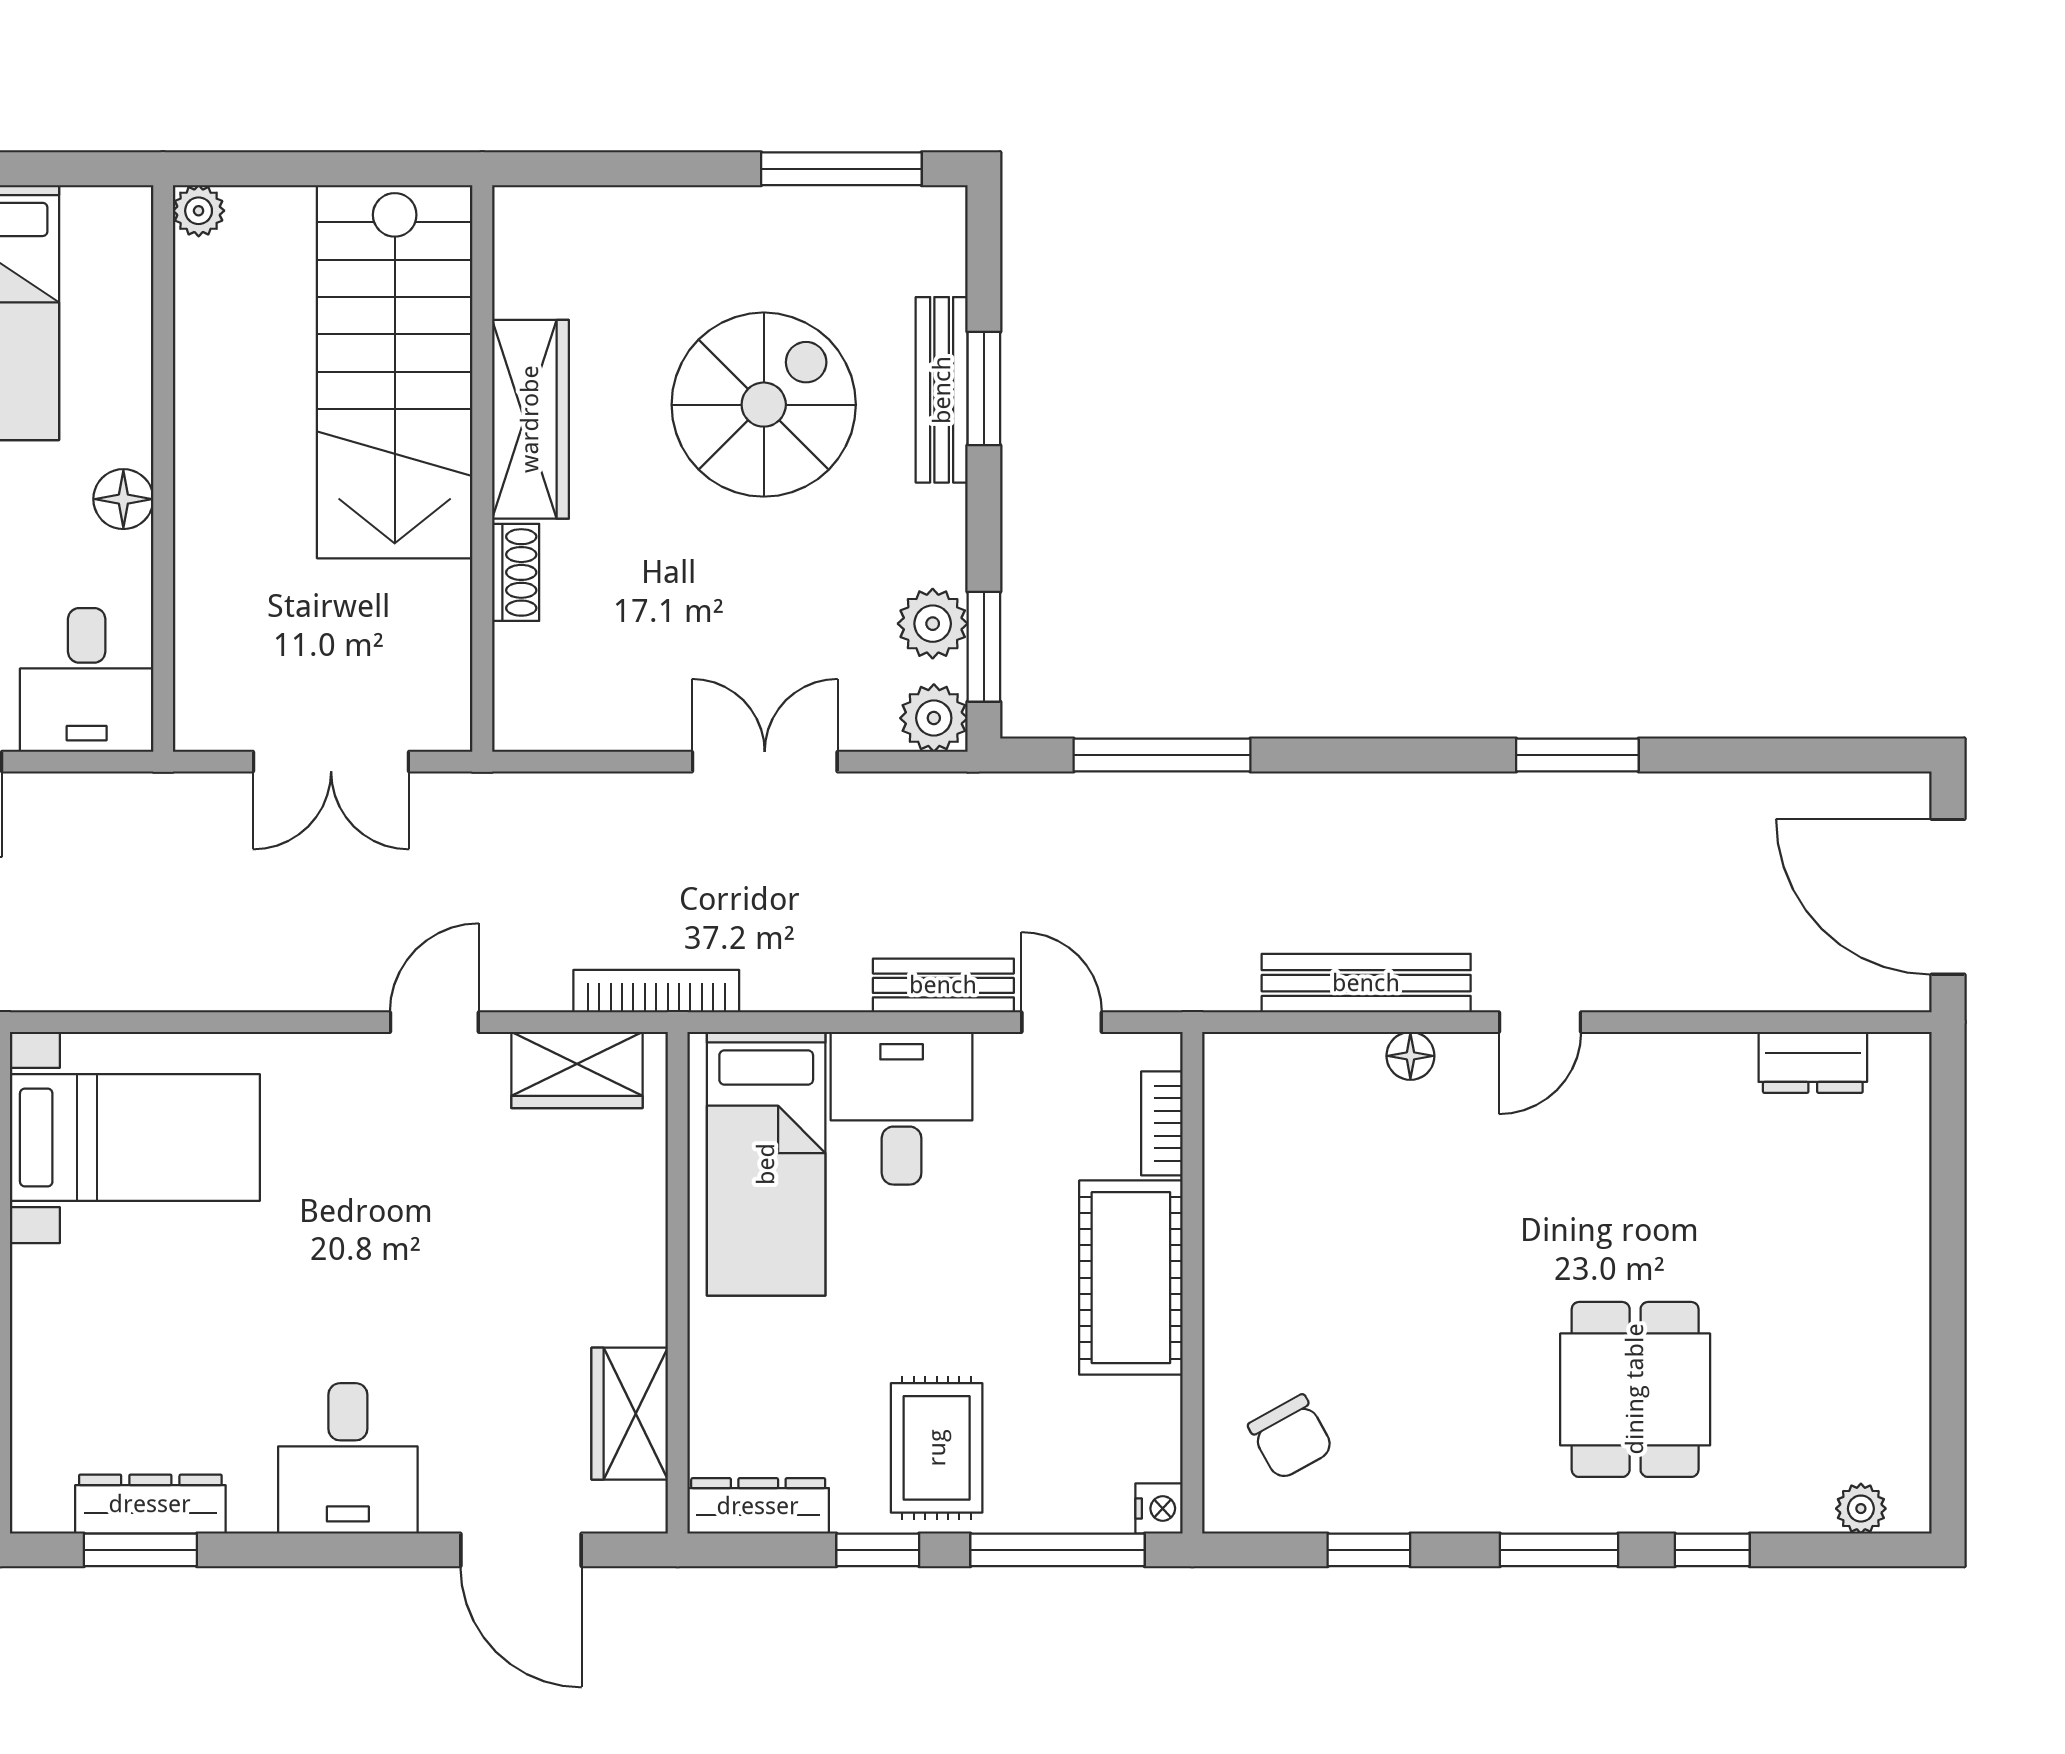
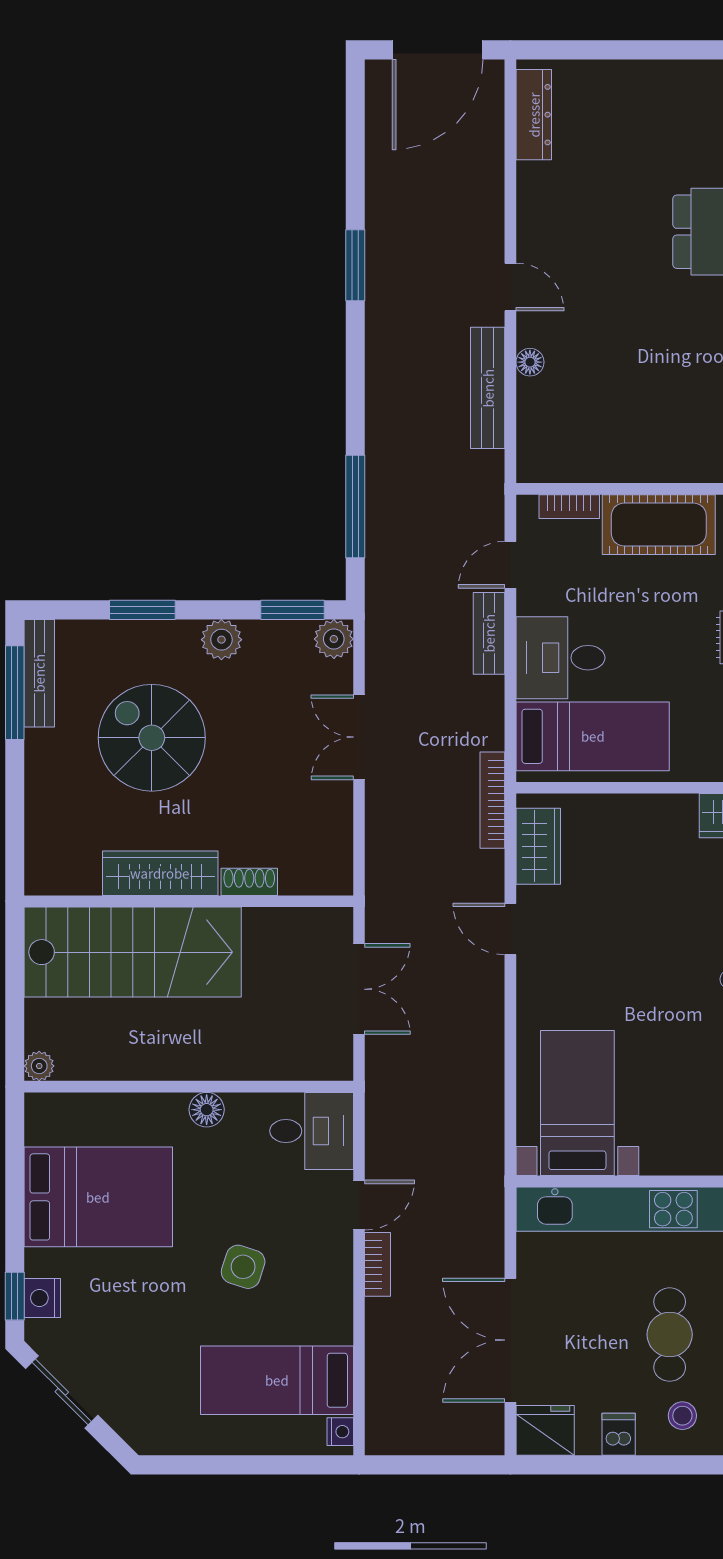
bench: (942, 390) -> (39, 673), moved, turned 90
plant: (933, 624) -> (221, 640), moved
dresser: (1813, 1062) -> (534, 115), width x1.44

